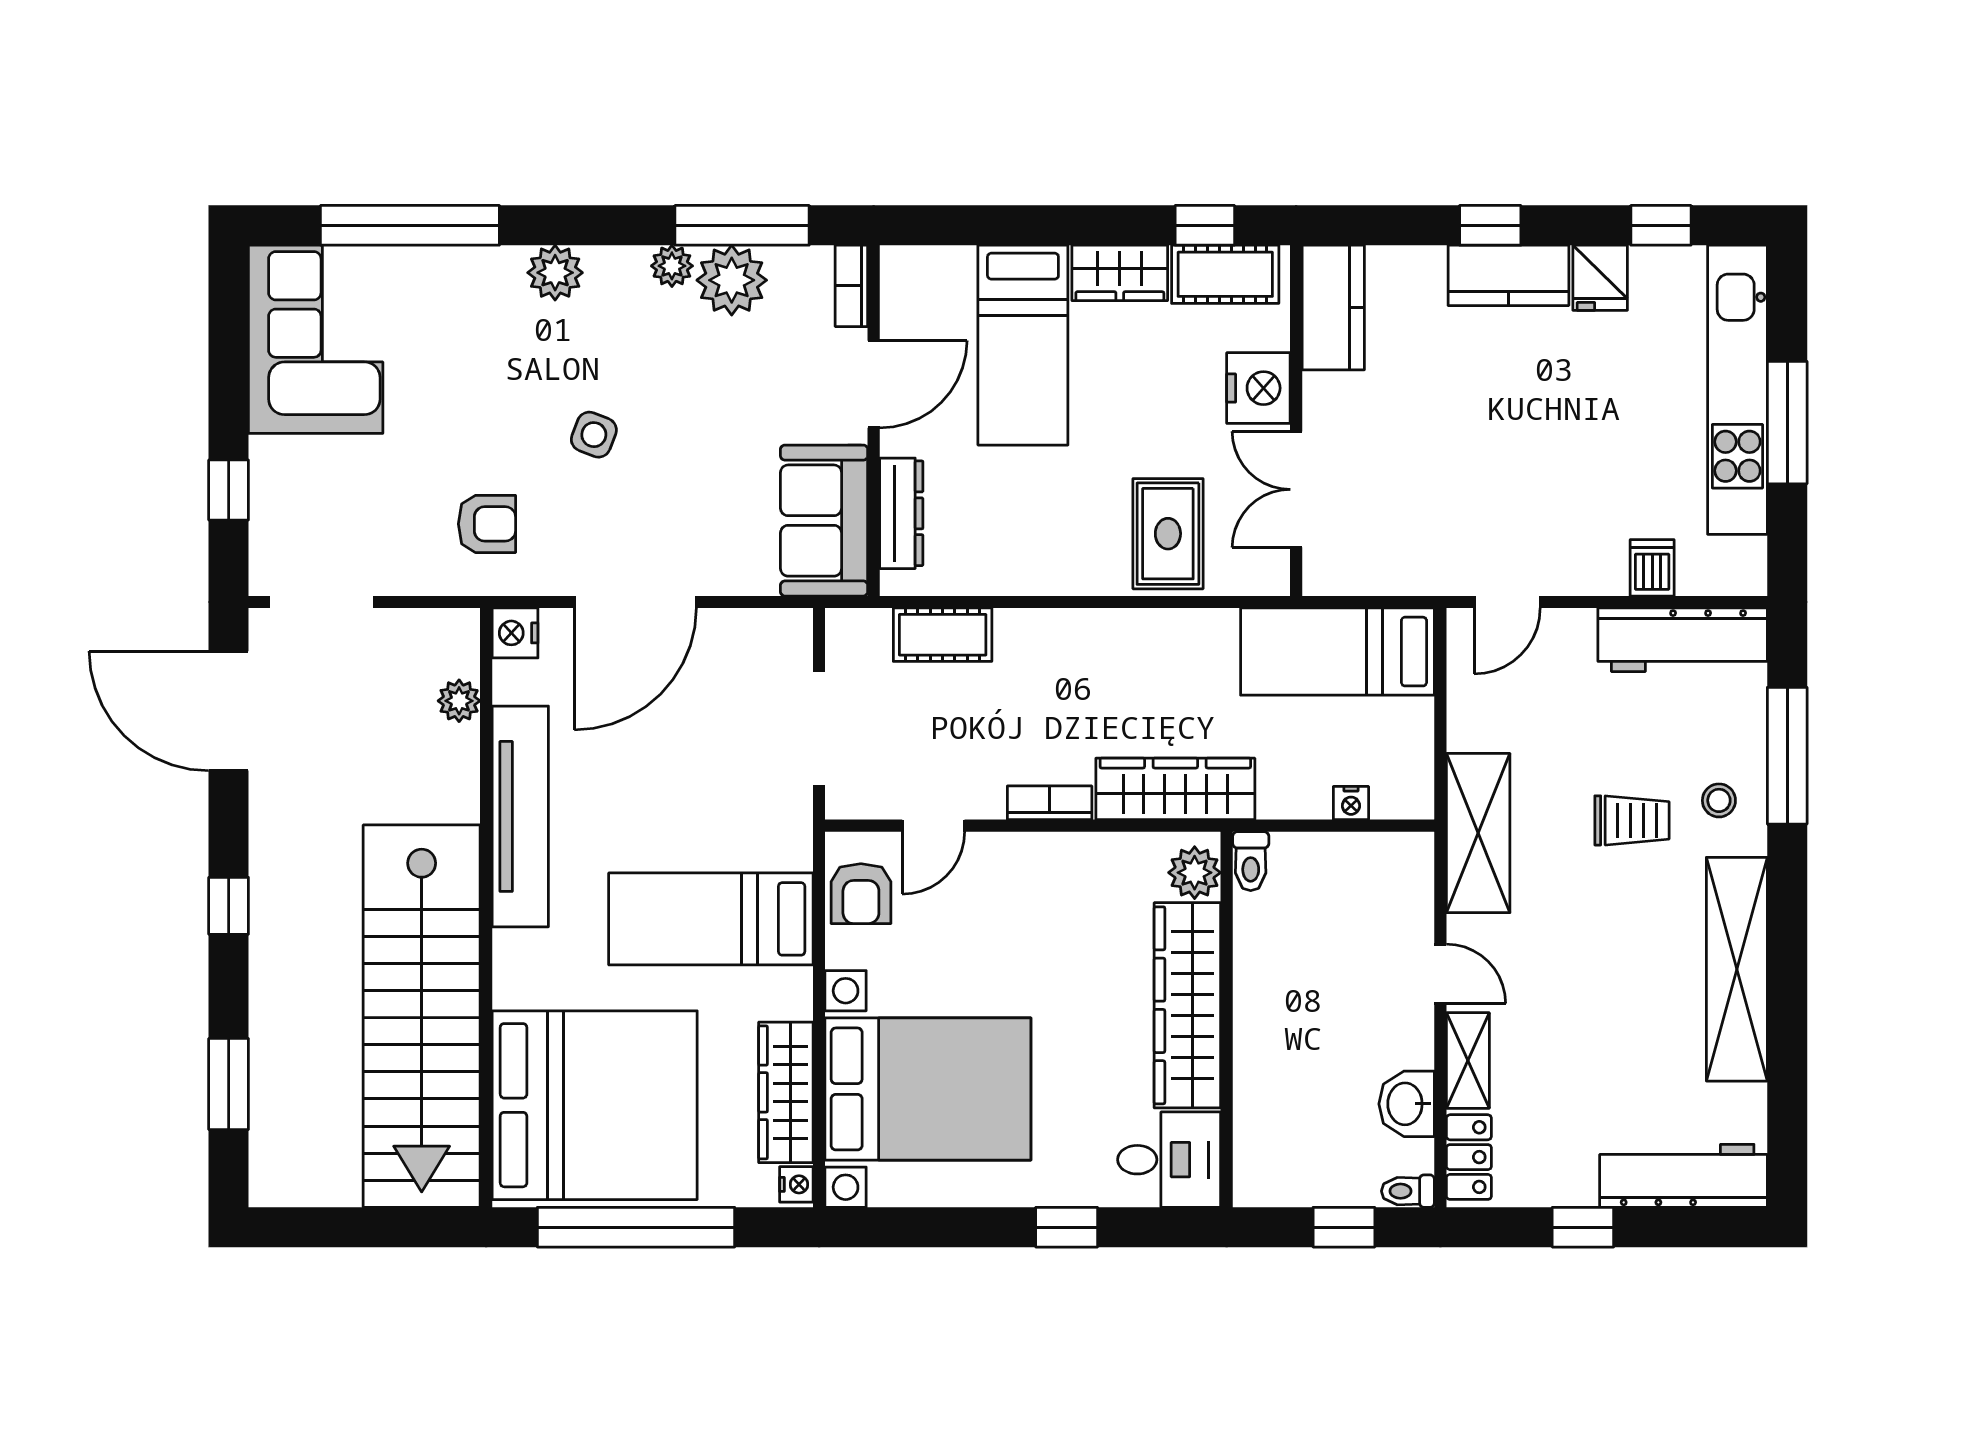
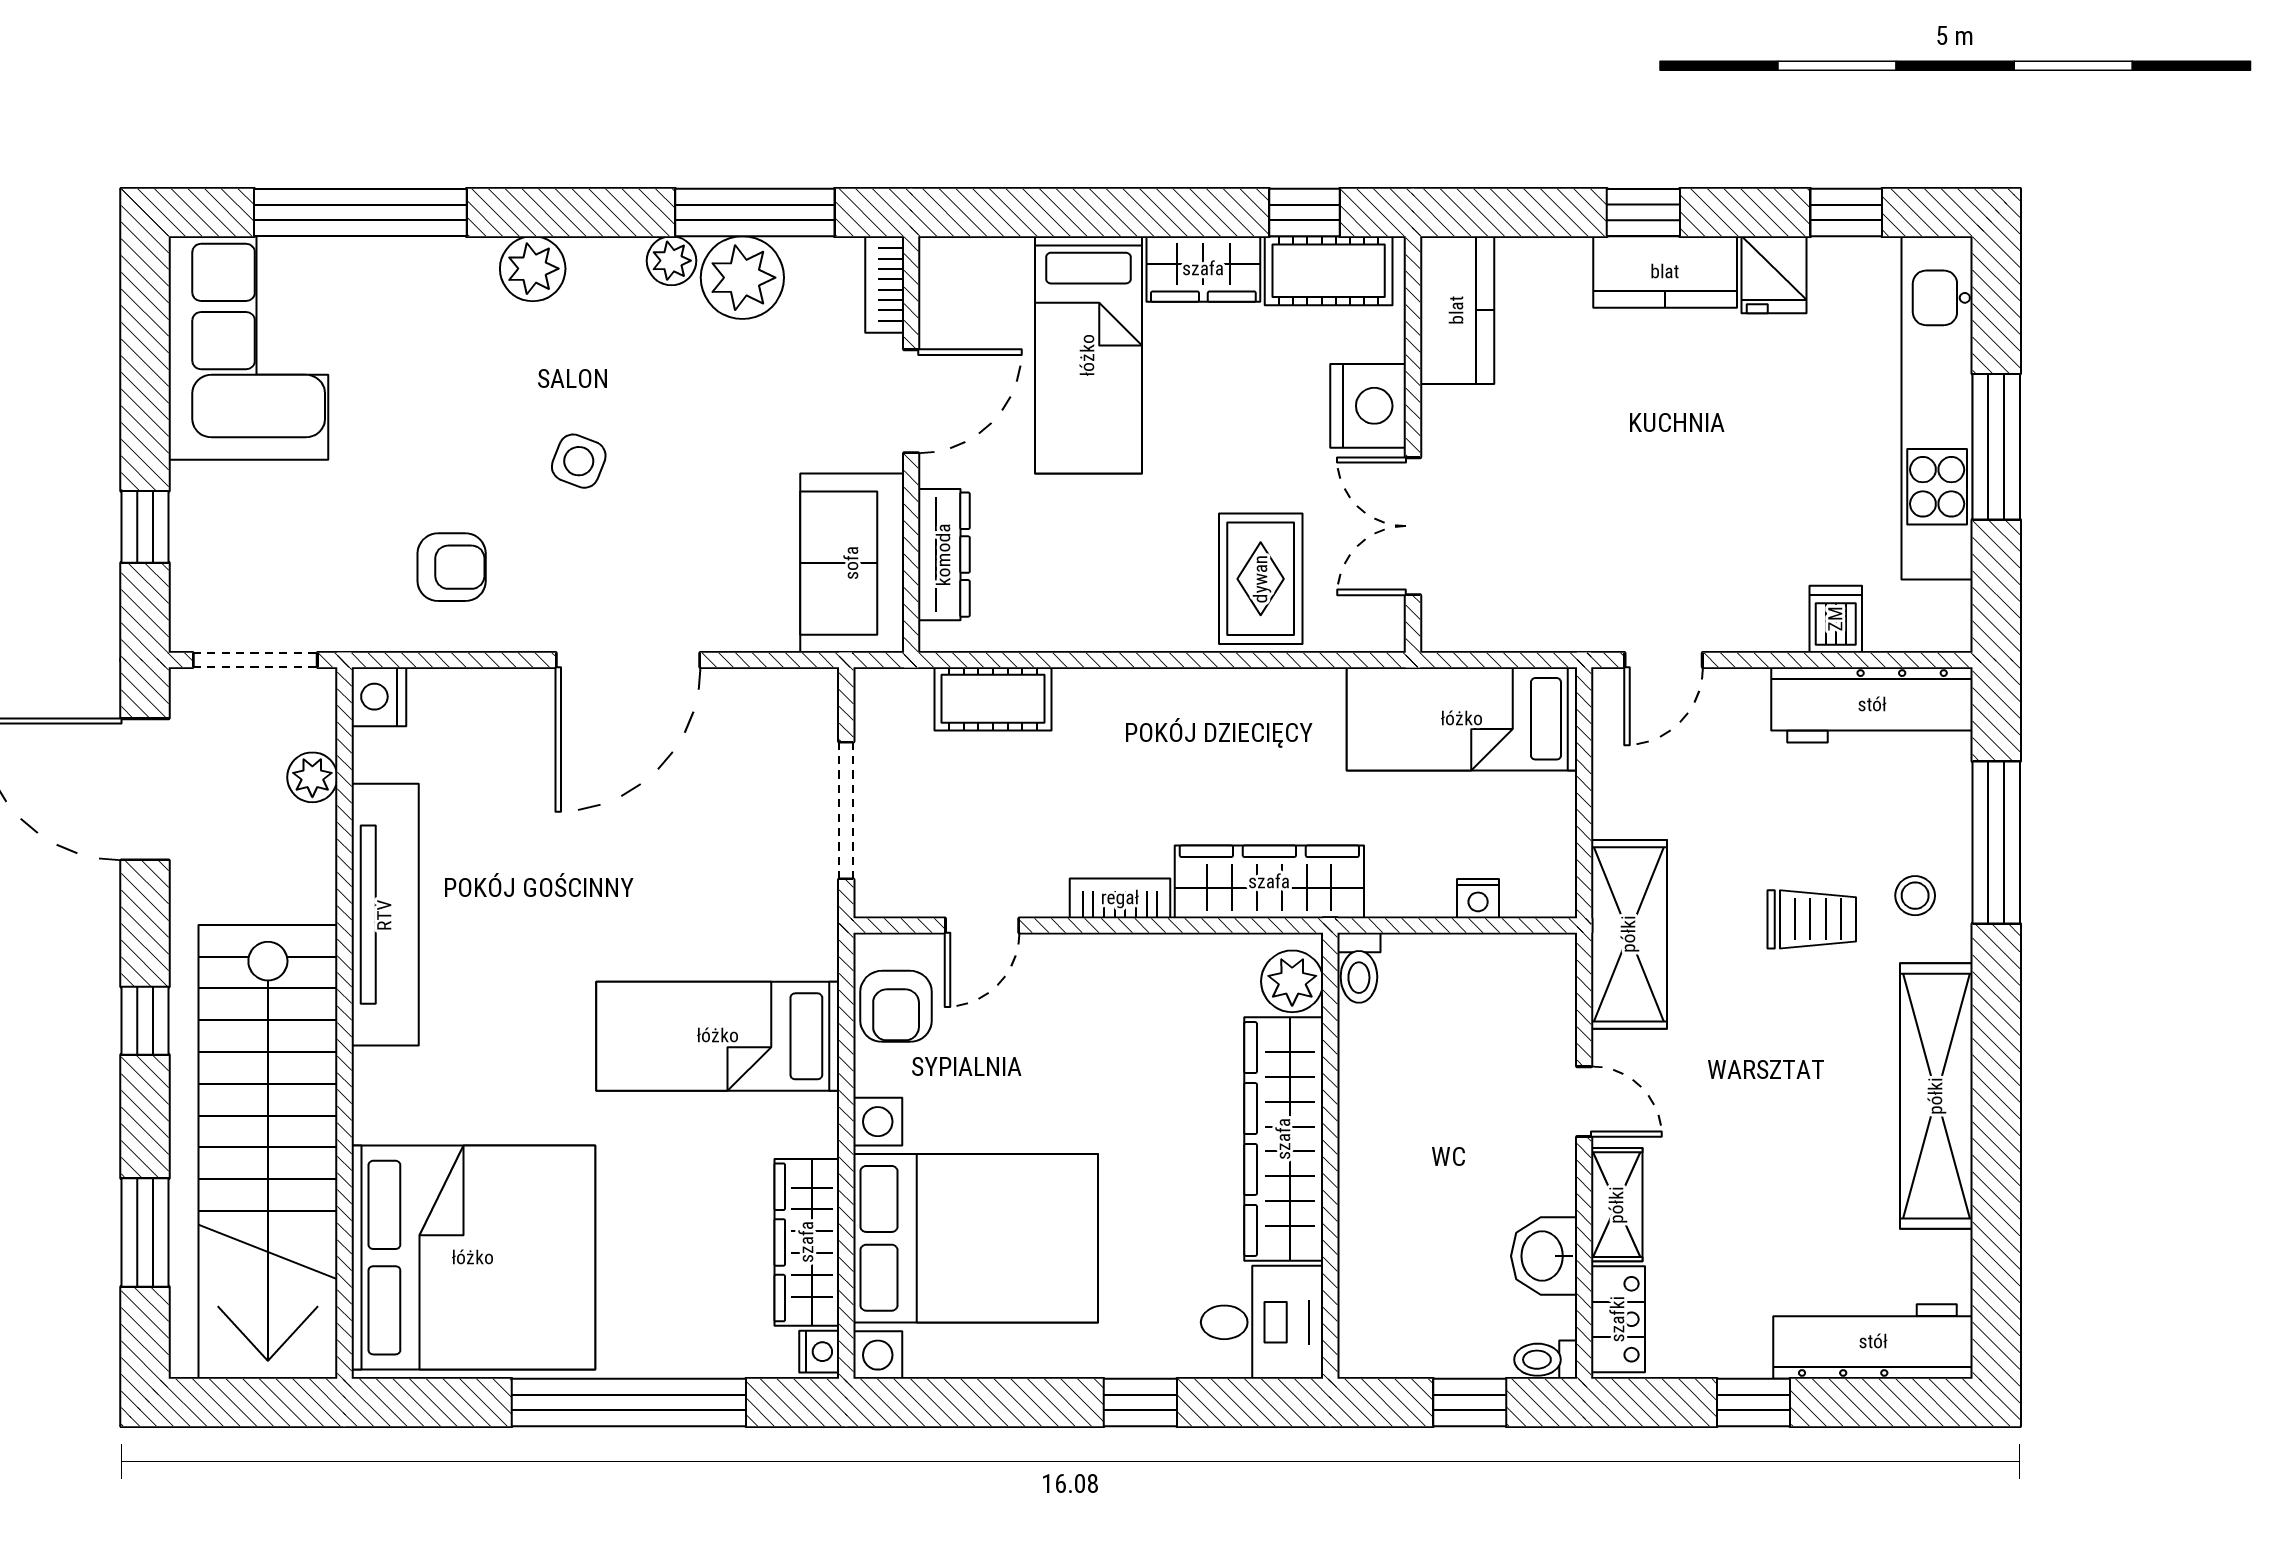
nightstand: (515, 633) -> (379, 697), moved
plant: (459, 701) -> (312, 777), moved
tv unit: (520, 816) -> (385, 915), moved
wall: (486, 908) -> (344, 1023), moved
stairs: (422, 1016) -> (268, 1152), moved
bed: (595, 1105) -> (473, 1258), moved

